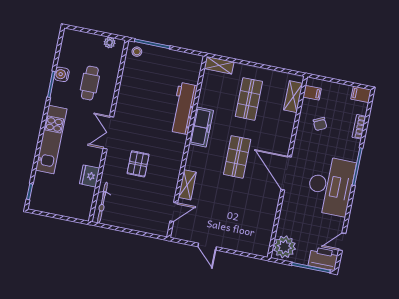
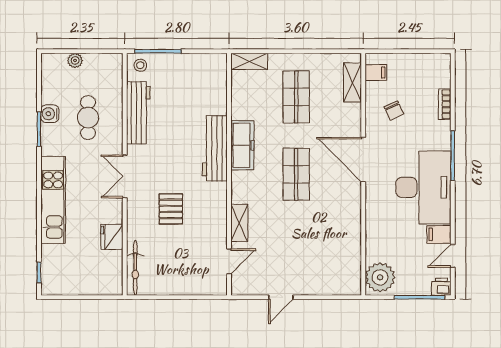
plant: (110, 43) -> (75, 61), moved
workbench: (128, 87) -> (138, 113), added
filing cabinet: (361, 94) -> (439, 234), moved
workbench: (184, 108) -> (215, 148), moved
door: (286, 173) -> (363, 160), moved
door: (207, 247) -> (281, 297), hinge flipped
printer: (323, 259) -> (441, 287), width x0.53, depth x0.68

